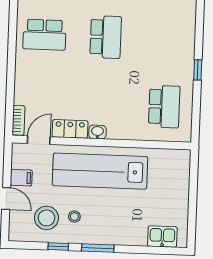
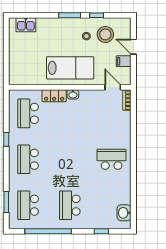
school desk: (106, 37) -> (28, 159), moved
locker: (70, 129) -> (54, 96), moved
door: (39, 140) -> (113, 87), swing flipped
lab bench: (100, 171) -> (70, 68), width x0.73

